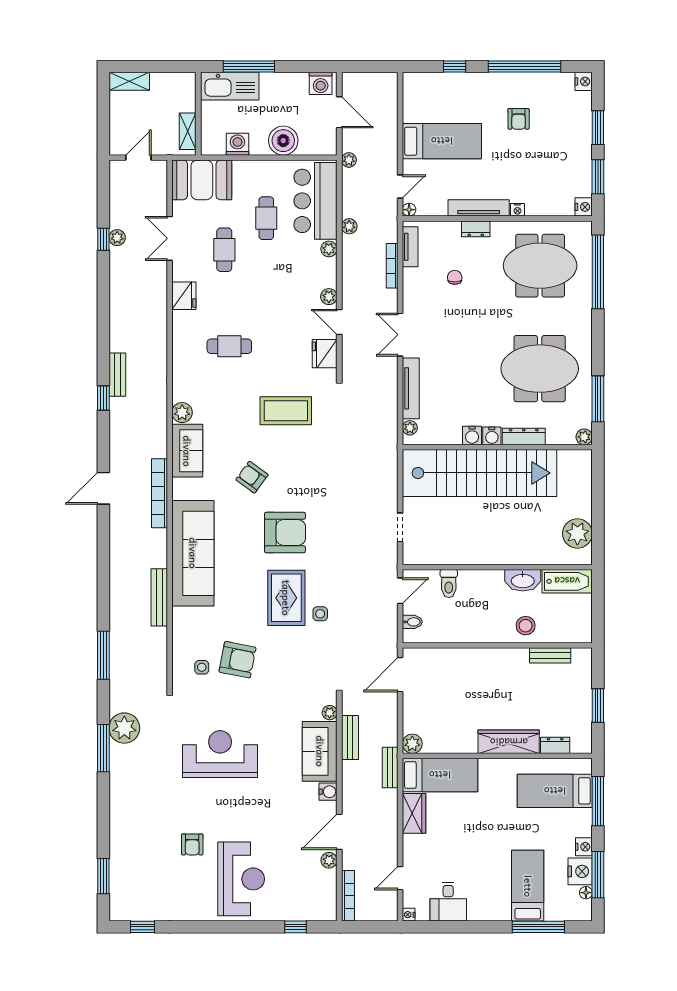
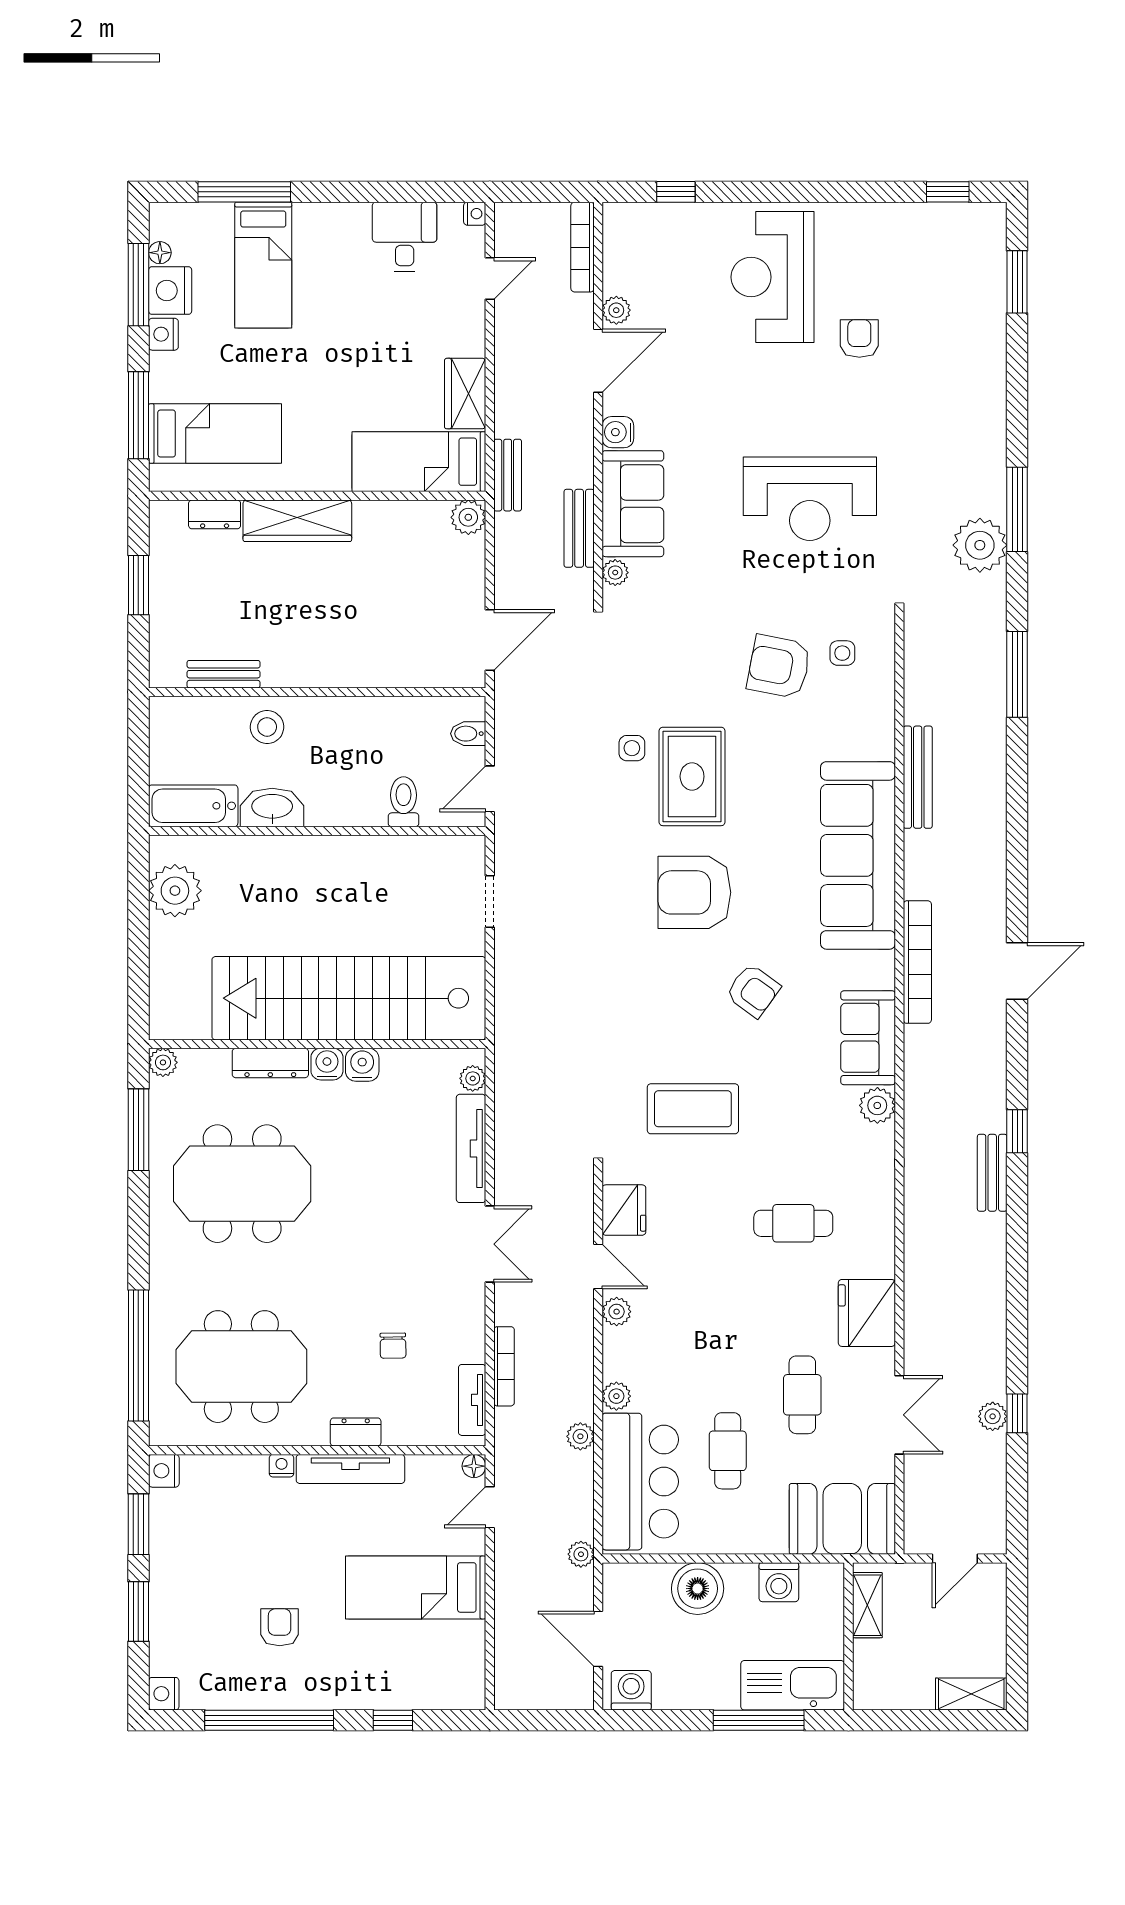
fridge: (184, 296) -> (867, 1313), width x1.36, depth x1.34

